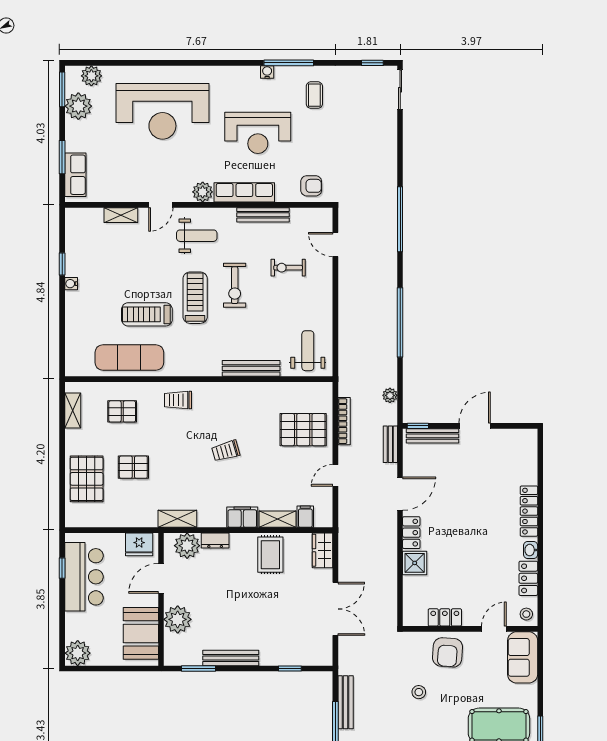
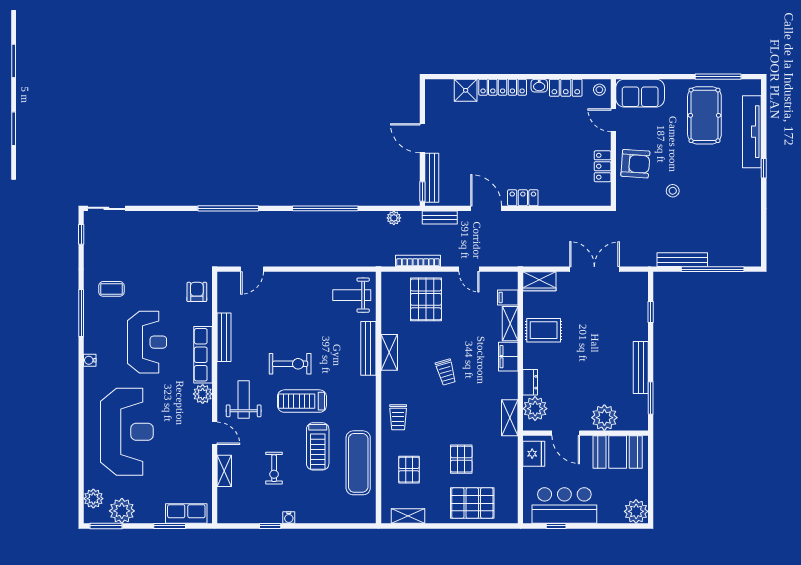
water cooler: (267, 72) -> (90, 360), moved
exercise bike: (288, 268) -> (274, 468), moved
shelving: (247, 390) -> (389, 352), added
shower: (415, 563) -> (466, 90), moved

